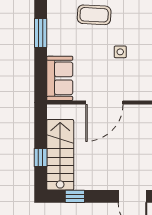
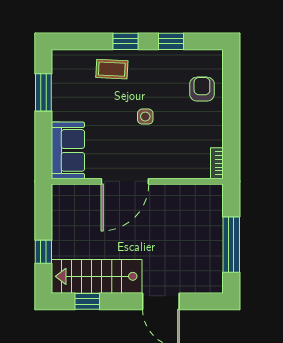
coffee table: (94, 15) -> (112, 69), width x0.73, depth x0.77
stairs: (60, 155) -> (97, 276), moved, turned -90

